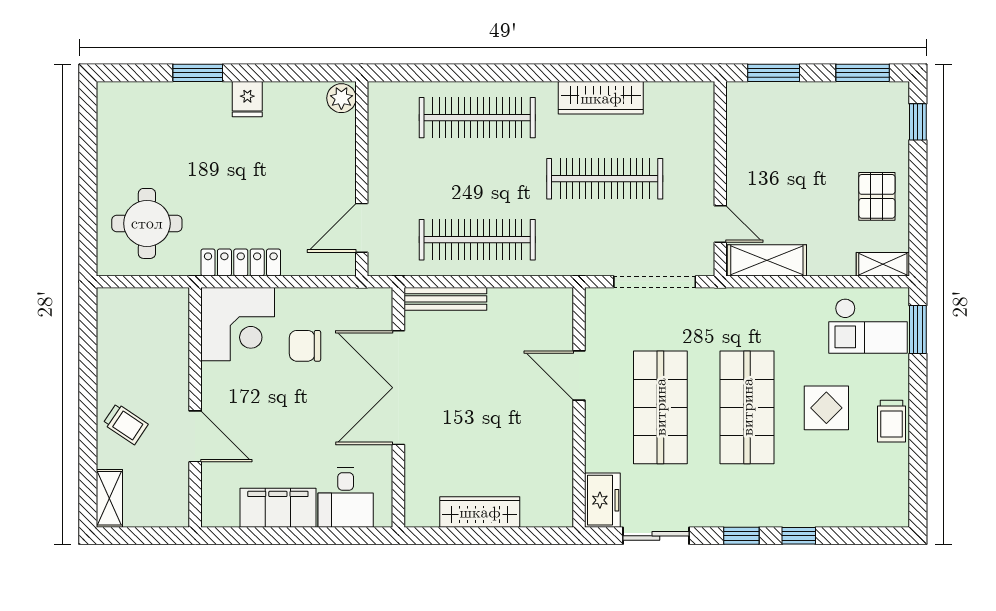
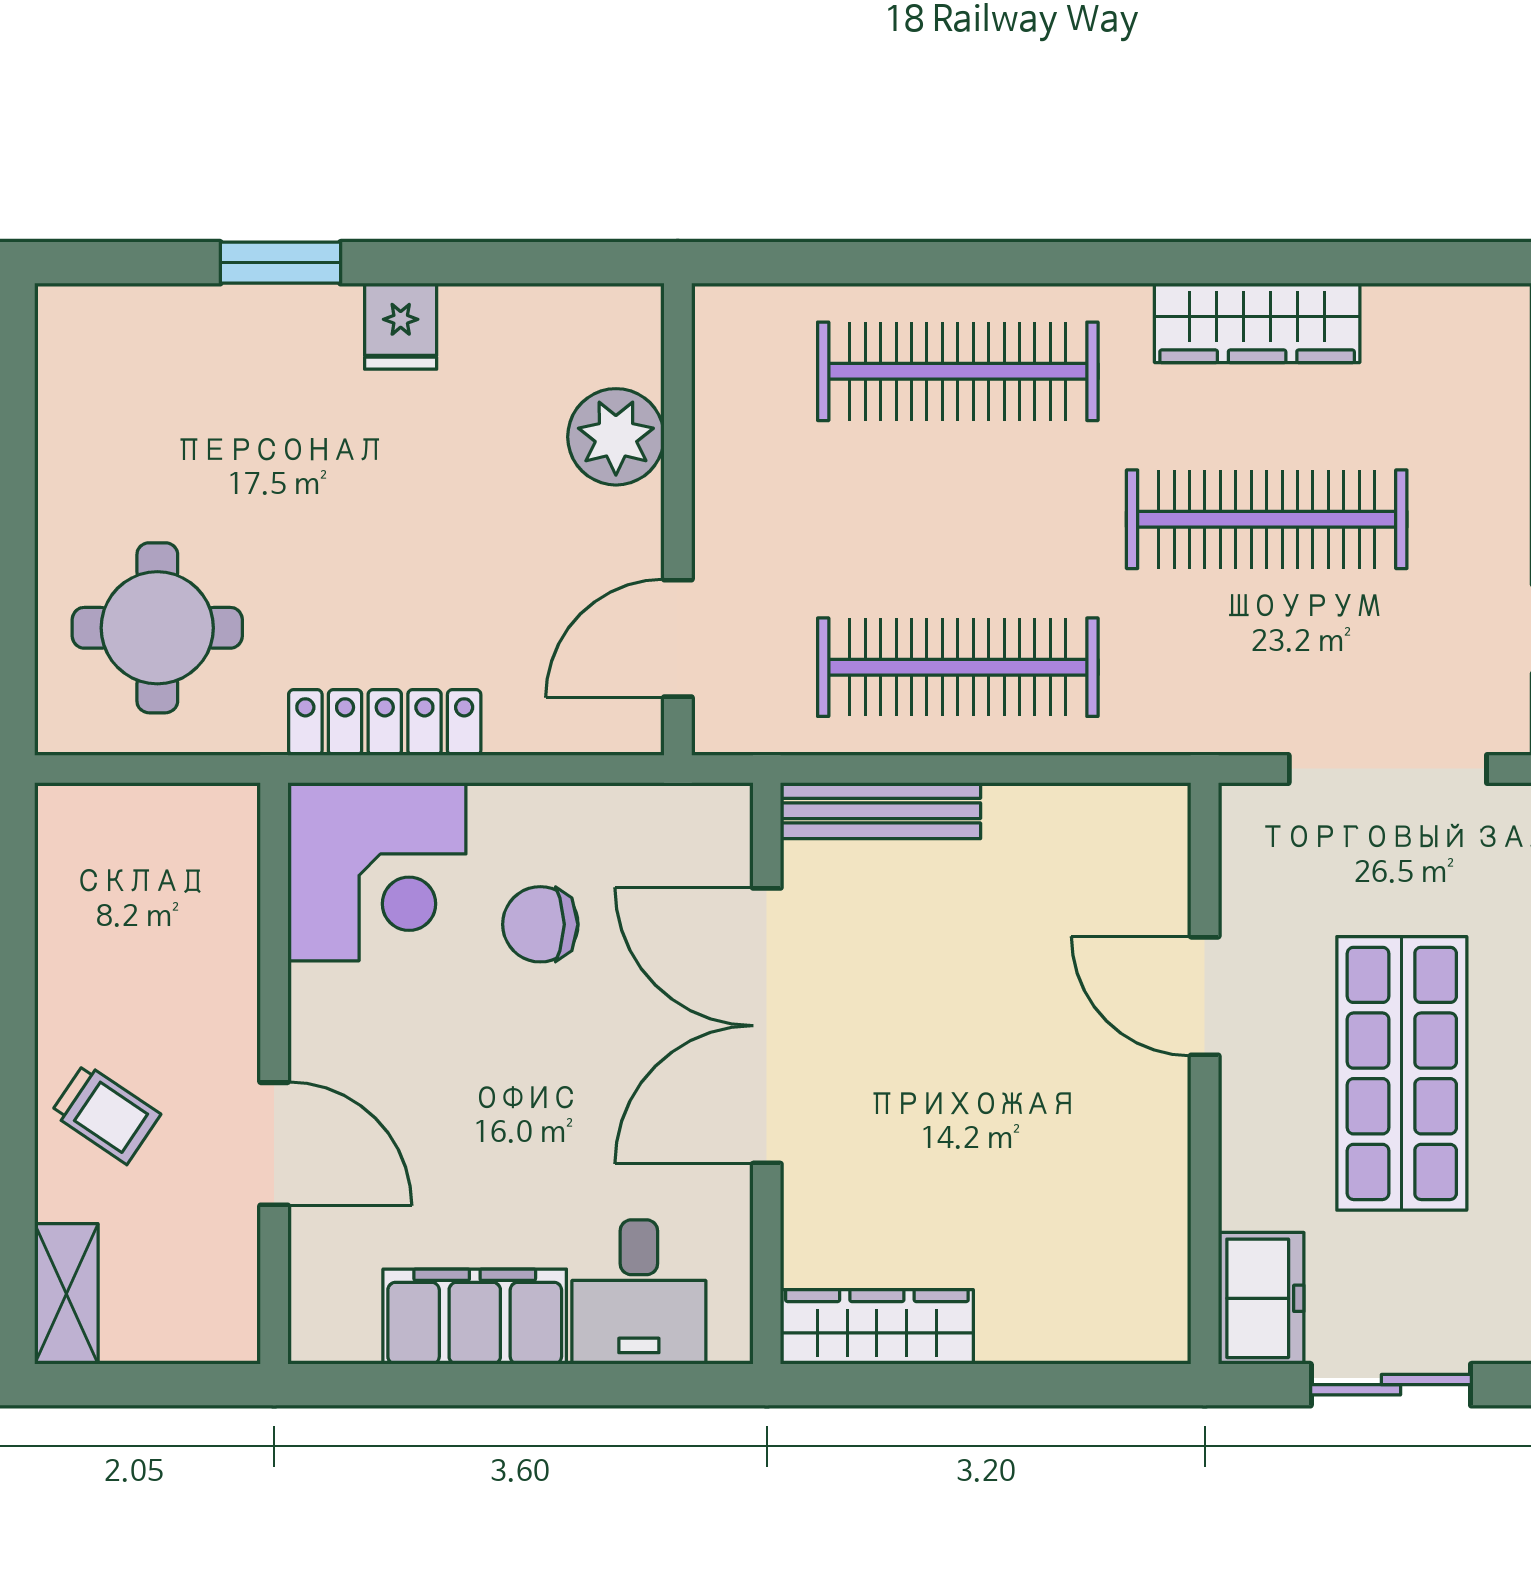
plant: (341, 98) -> (616, 437), moved, width x1.36, depth x1.36
wardrobe: (480, 512) -> (877, 1327), moved

